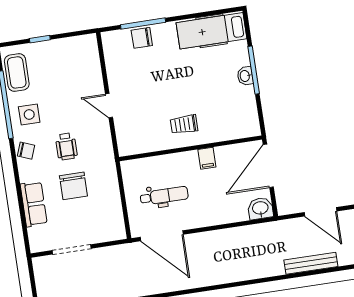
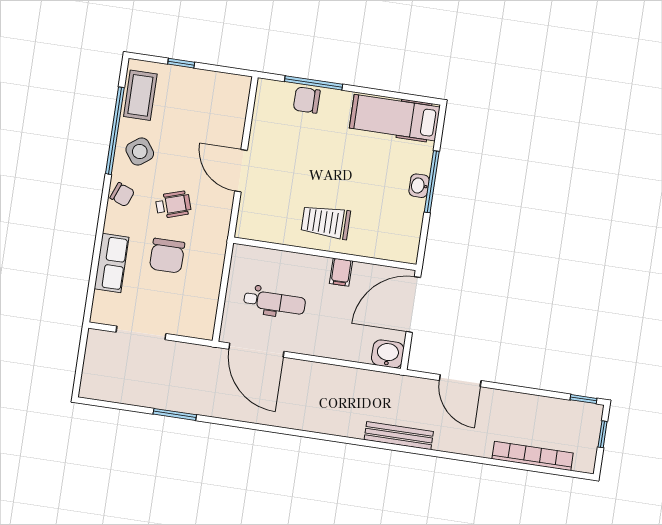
door: (109, 106) -> (241, 171), width x1.38
side table: (29, 115) -> (140, 152), turned -36
trolley: (184, 124) -> (326, 222), width x1.36, depth x1.39
wheelchair: (66, 146) -> (173, 205), turned -108
bench: (311, 263) -> (399, 436), moved

